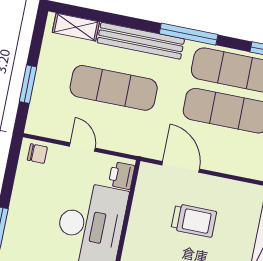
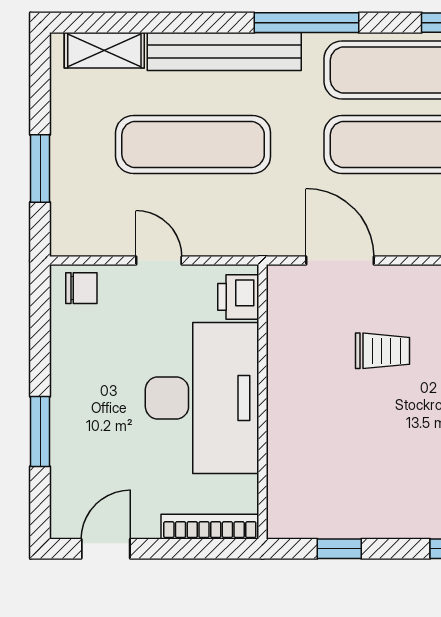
trolley: (194, 220) -> (382, 351), width x0.73, depth x0.72

